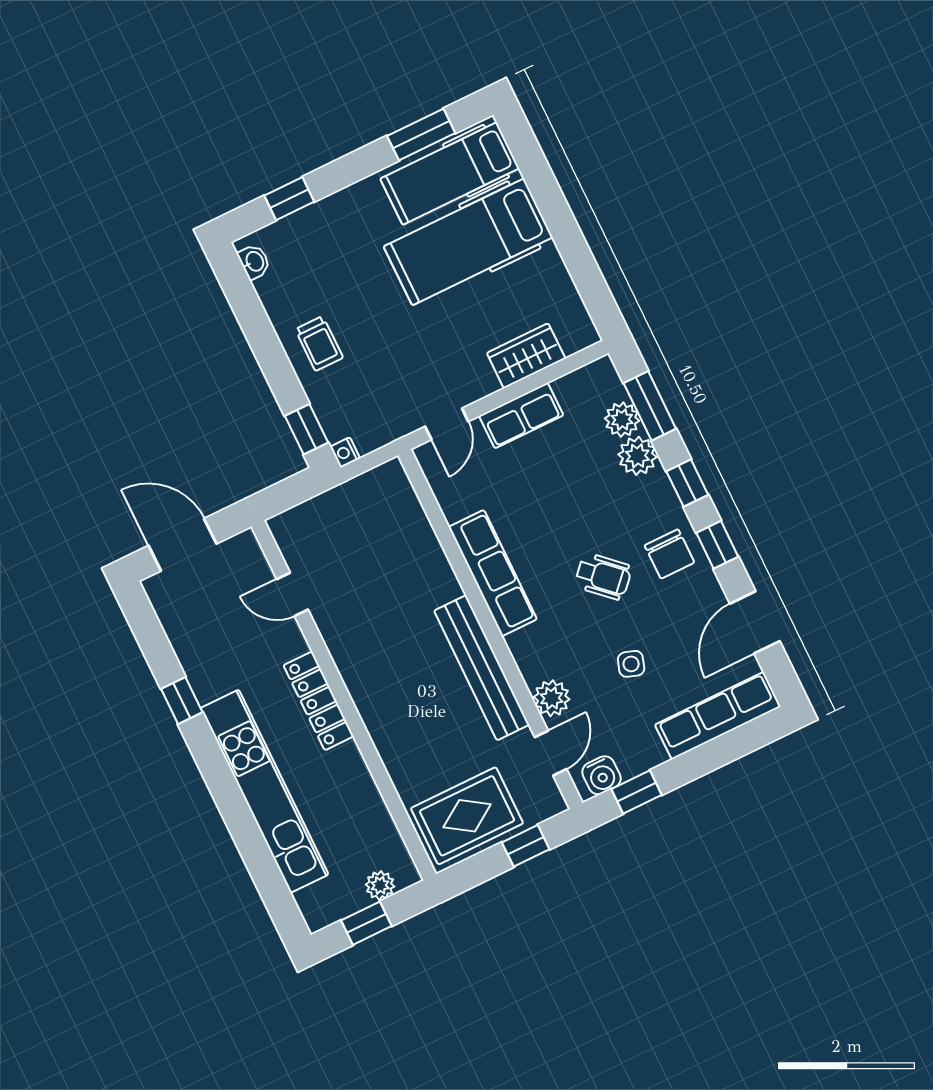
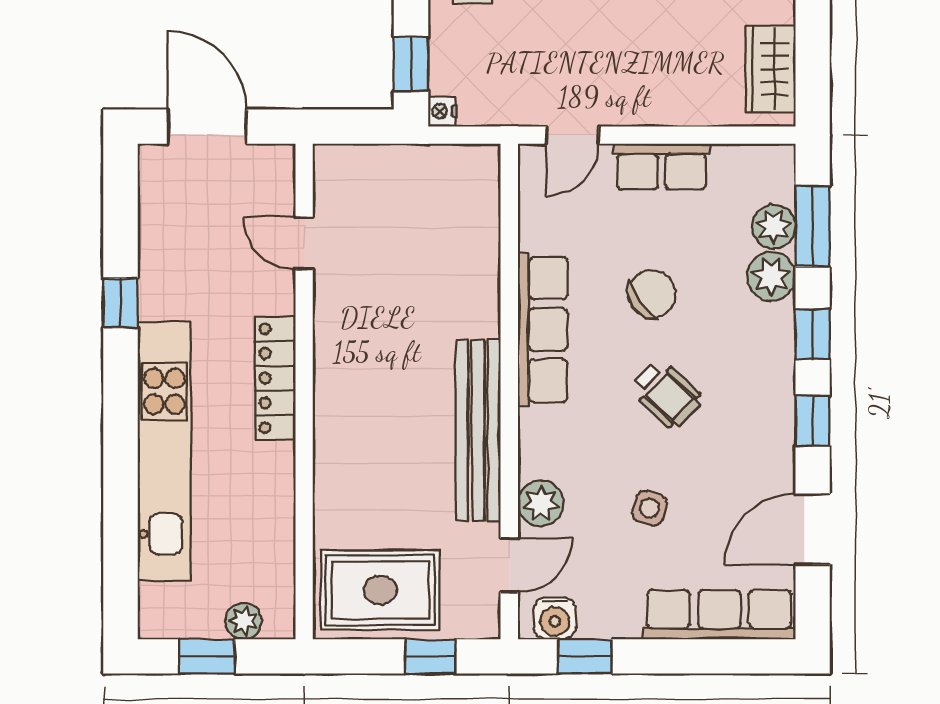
wardrobe: (526, 356) -> (771, 69), moved, turned -90
chair: (670, 554) -> (652, 294), moved, turned -125

